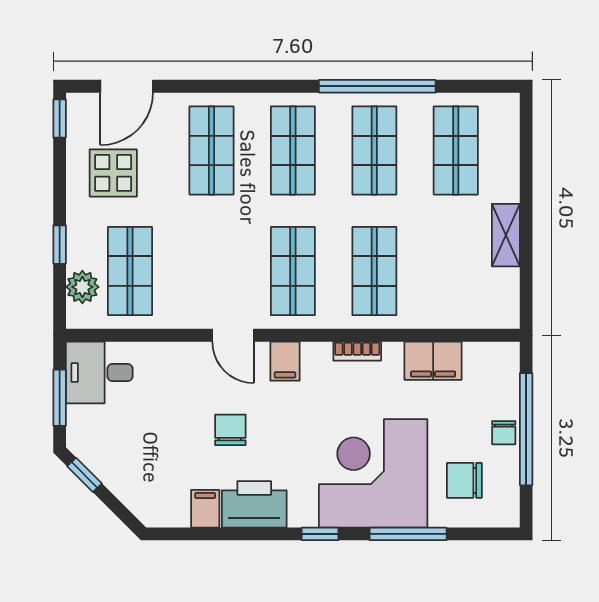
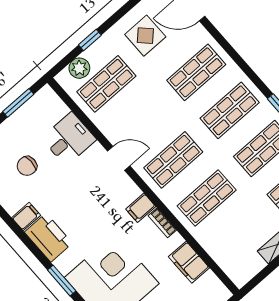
door: (233, 335) -> (119, 158), swing flipped
filing cabinet: (285, 361) -> (141, 208), moved
desk: (99, 373) -> (69, 139), moved, turned 90
chair: (230, 430) -> (27, 166), moved, turned 180
window: (320, 534) -> (62, 281), width x1.50

